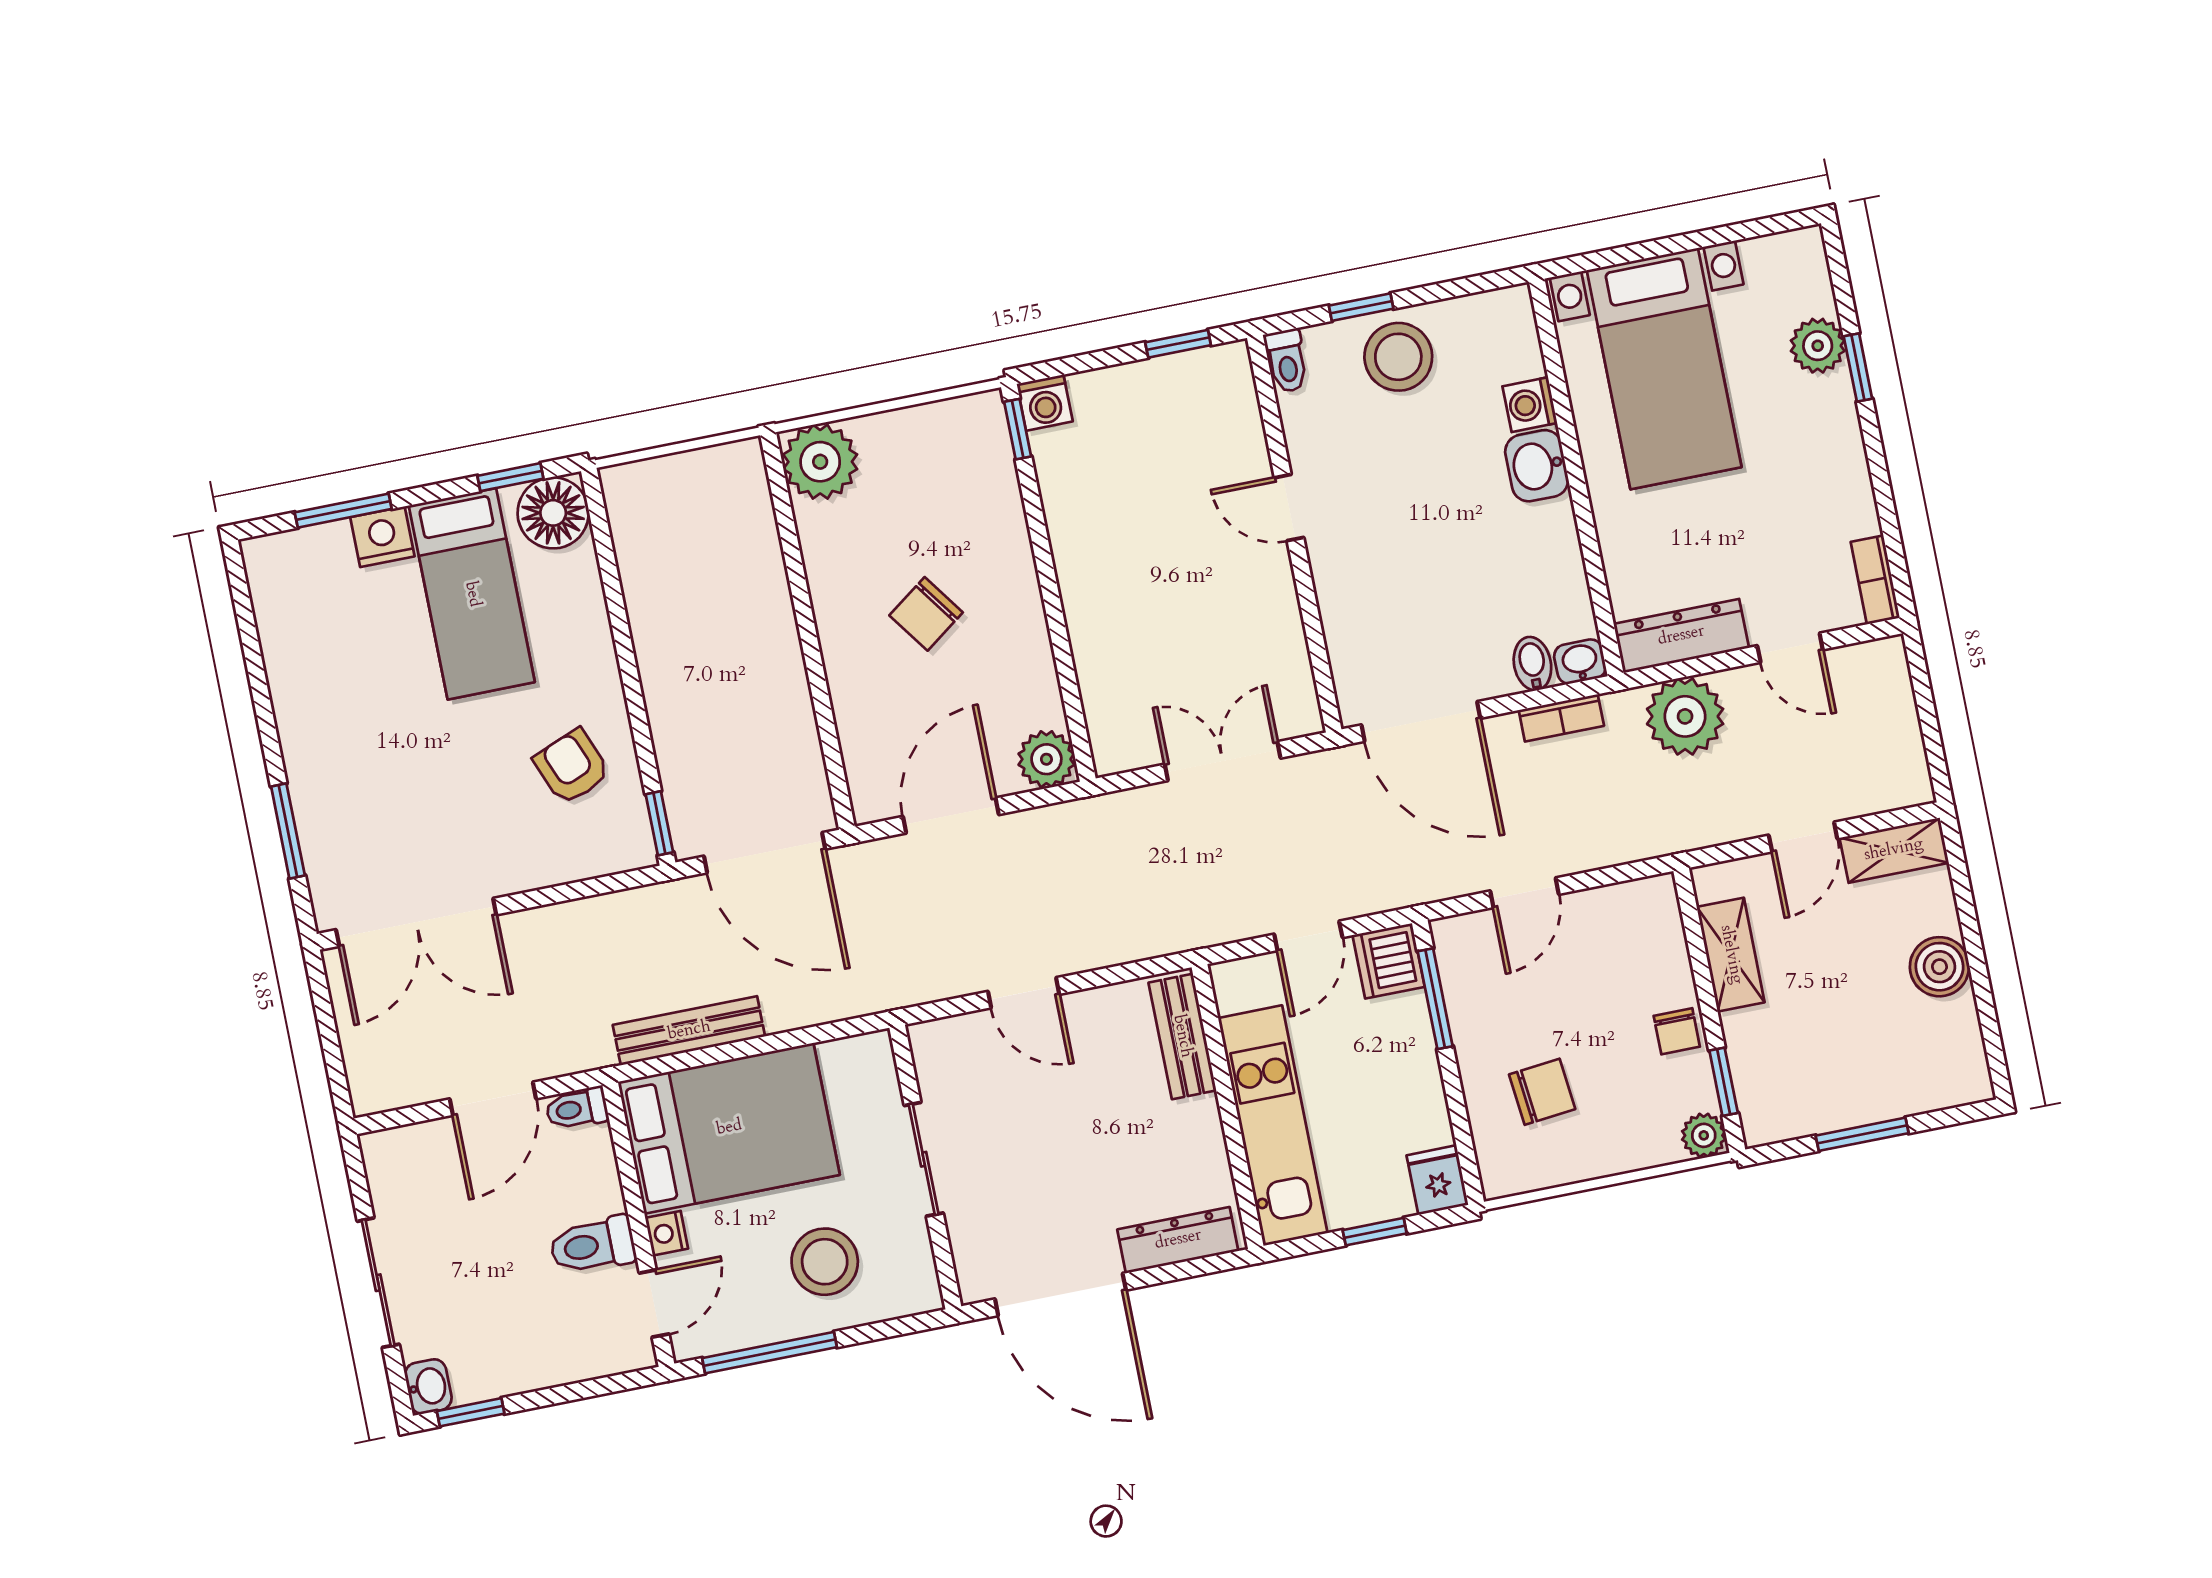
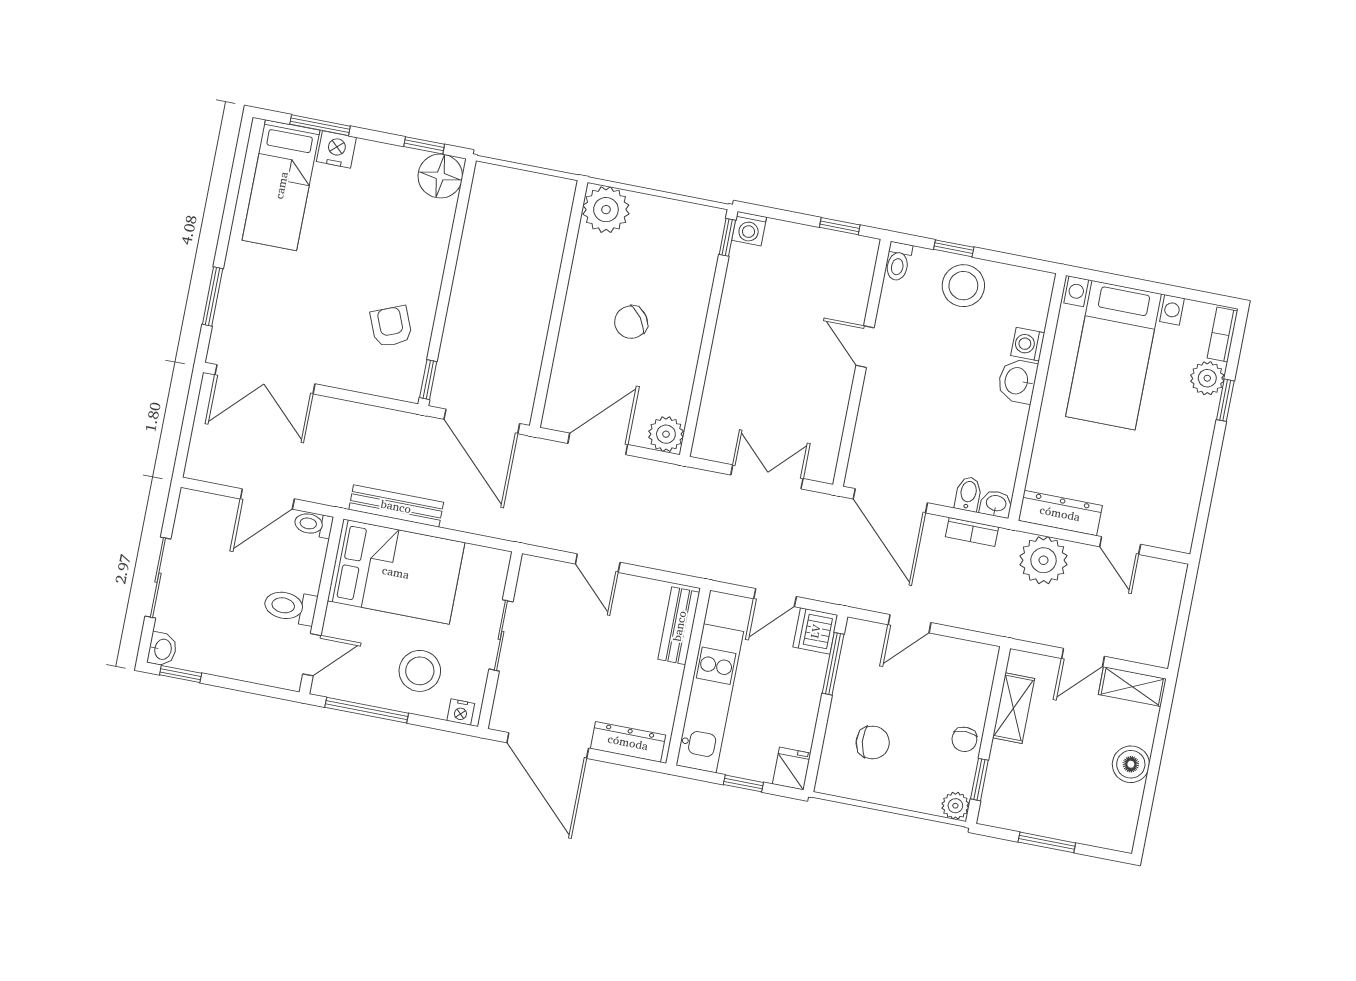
bookcase: (1875, 580) -> (1222, 335), moved
bed: (472, 594) -> (281, 185), moved
nightstand: (667, 1233) -> (461, 712), moved, turned -90

